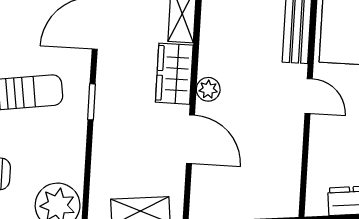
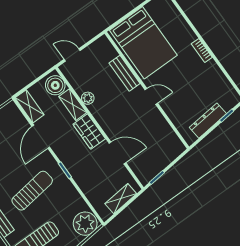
plant: (208, 89) -> (88, 98), moved

